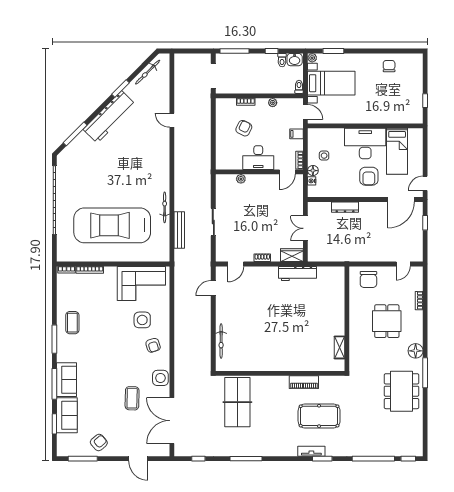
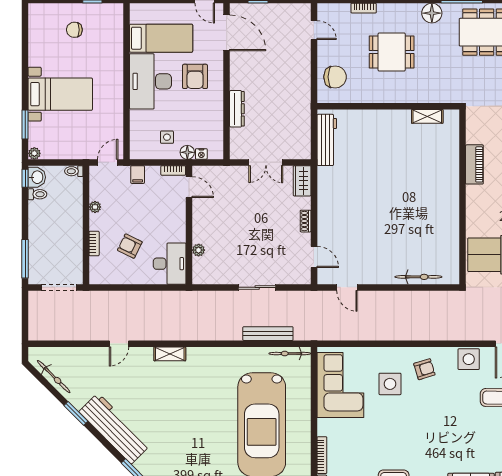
window: (272, 51) -> (25, 178), moved
chair: (389, 66) -> (74, 30), moved
bed with nightstands: (331, 83) -> (60, 94), moved, turned 90
shelving: (164, 158) -> (170, 354), added
desk: (258, 158) -> (170, 264), moved
armchair: (369, 176) -> (195, 76), turned 90
bicycle: (165, 207) -> (290, 354), moved
workbench: (297, 273) -> (327, 140), moved

